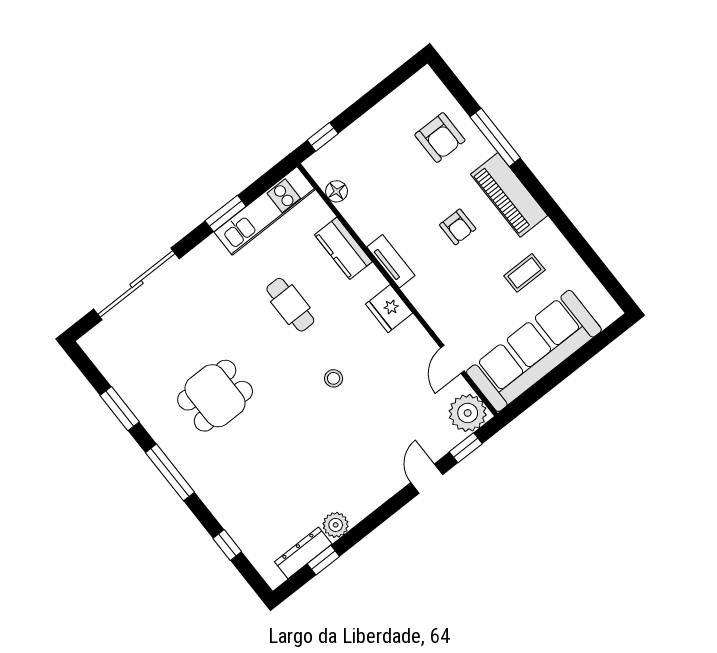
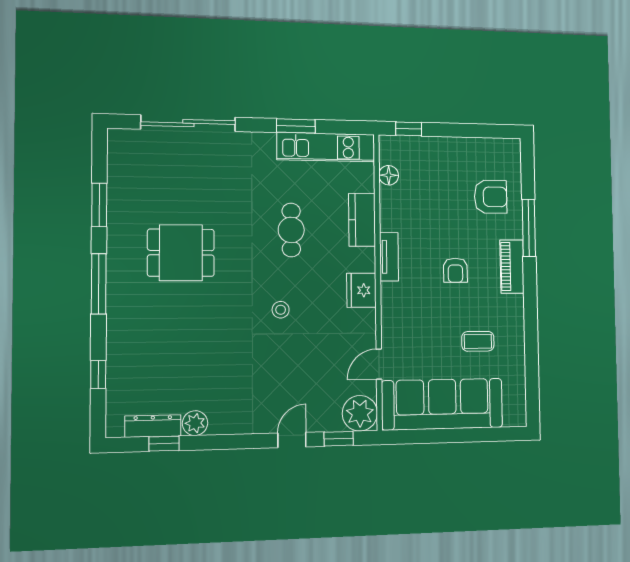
armchair: (440, 138) -> (491, 197), turned -90
piano: (509, 195) -> (512, 267), width x0.73, depth x0.75

